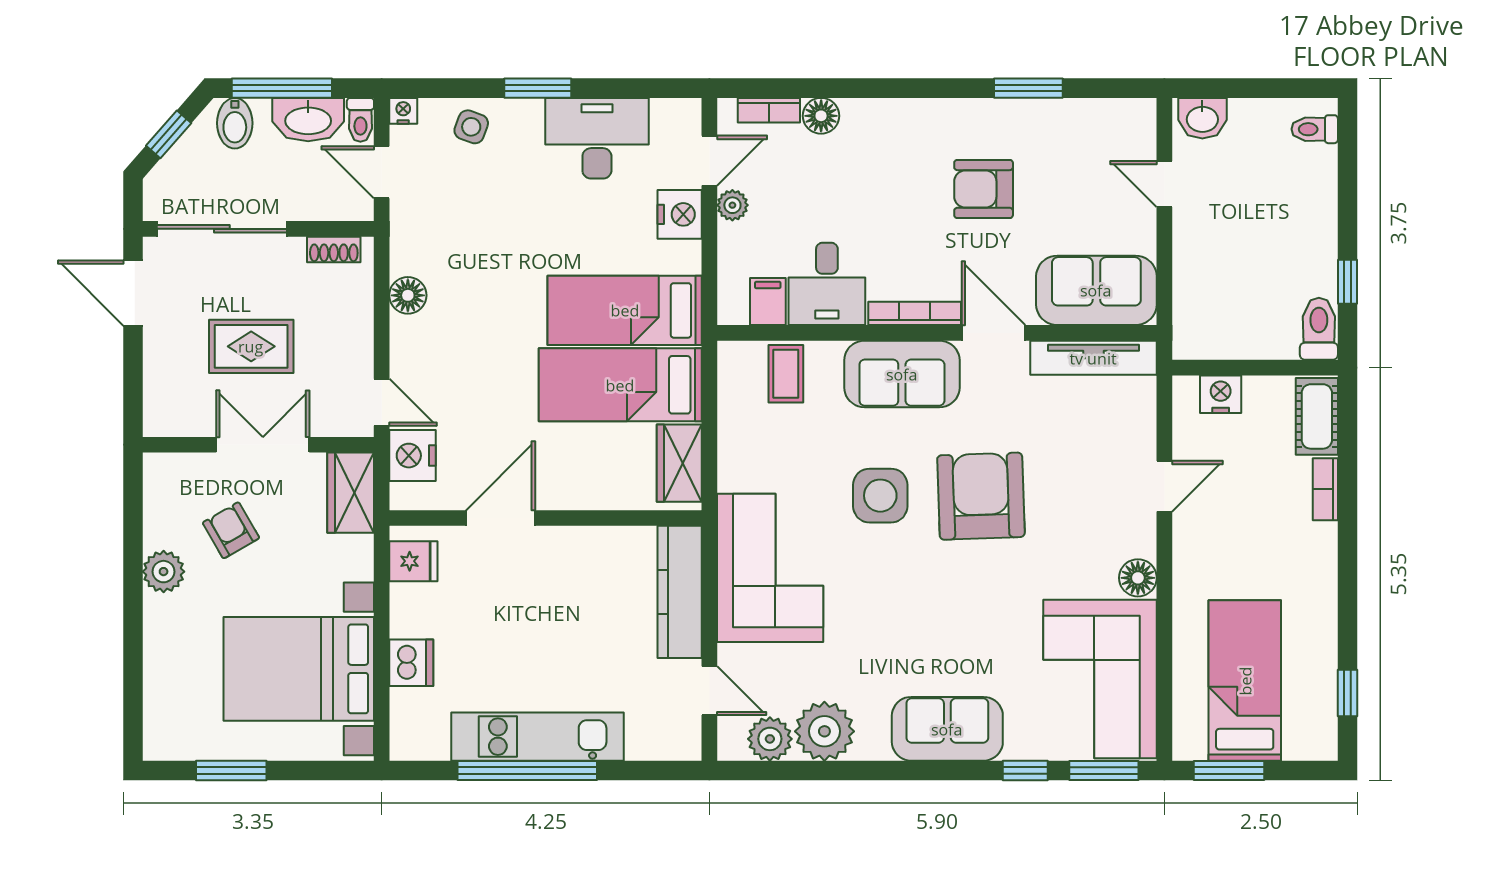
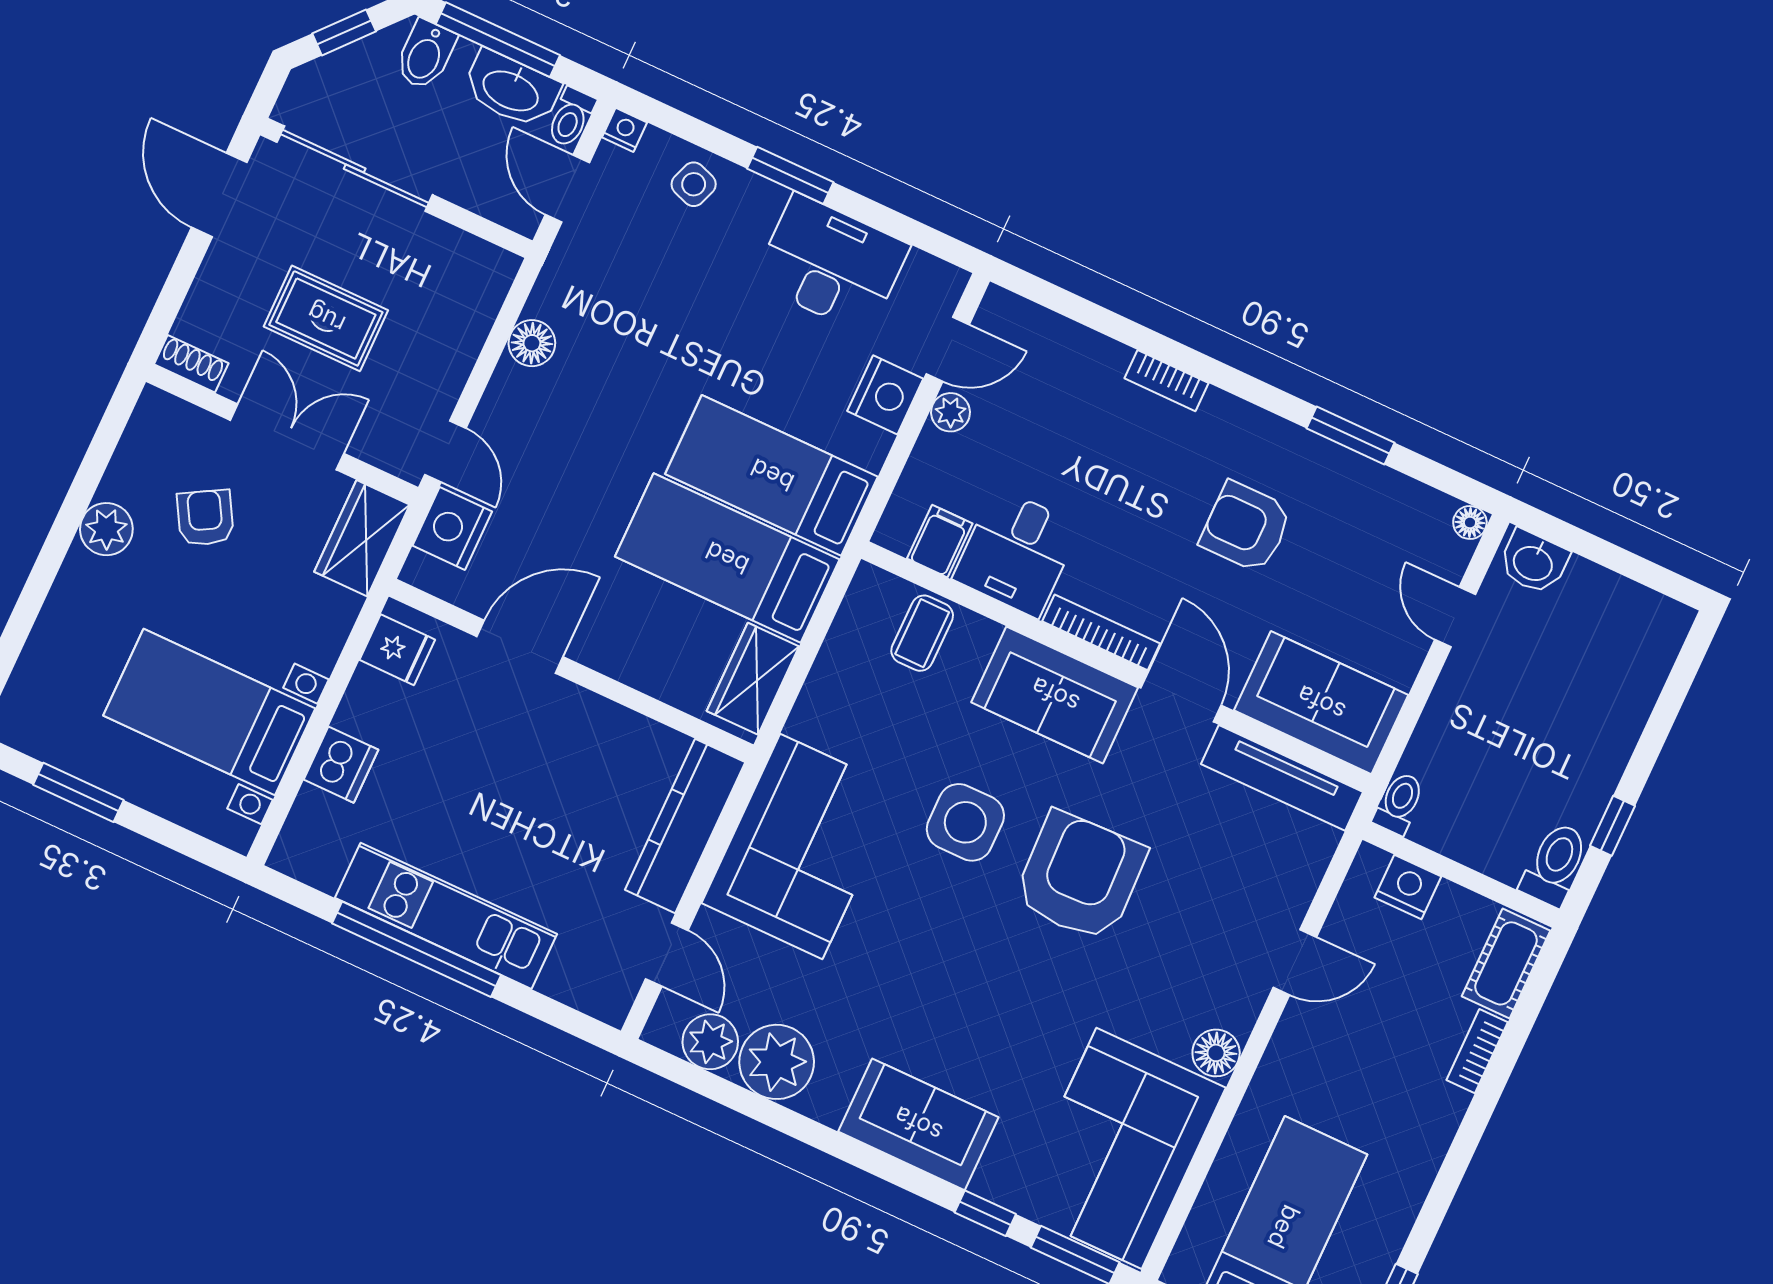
bookcase: (769, 110) -> (1167, 381), moved
floor lamp: (821, 116) -> (1470, 523), moved, width x0.73, depth x0.73
toilet: (1315, 129) -> (1399, 803), moved, turned 90
shoe rack: (334, 249) -> (191, 364), moved, turned 180
bed with nightstands: (299, 669) -> (209, 712), width x0.73

